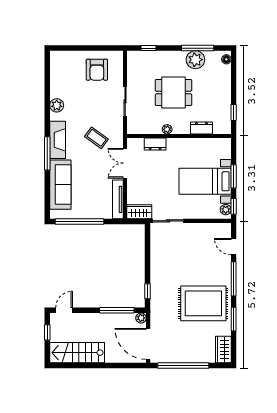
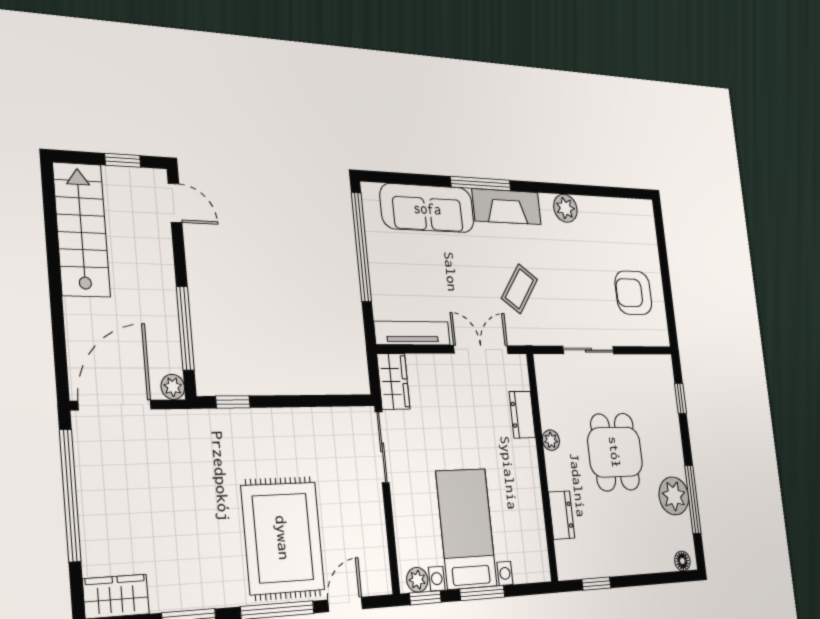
rug: (203, 303) -> (283, 538), moved

